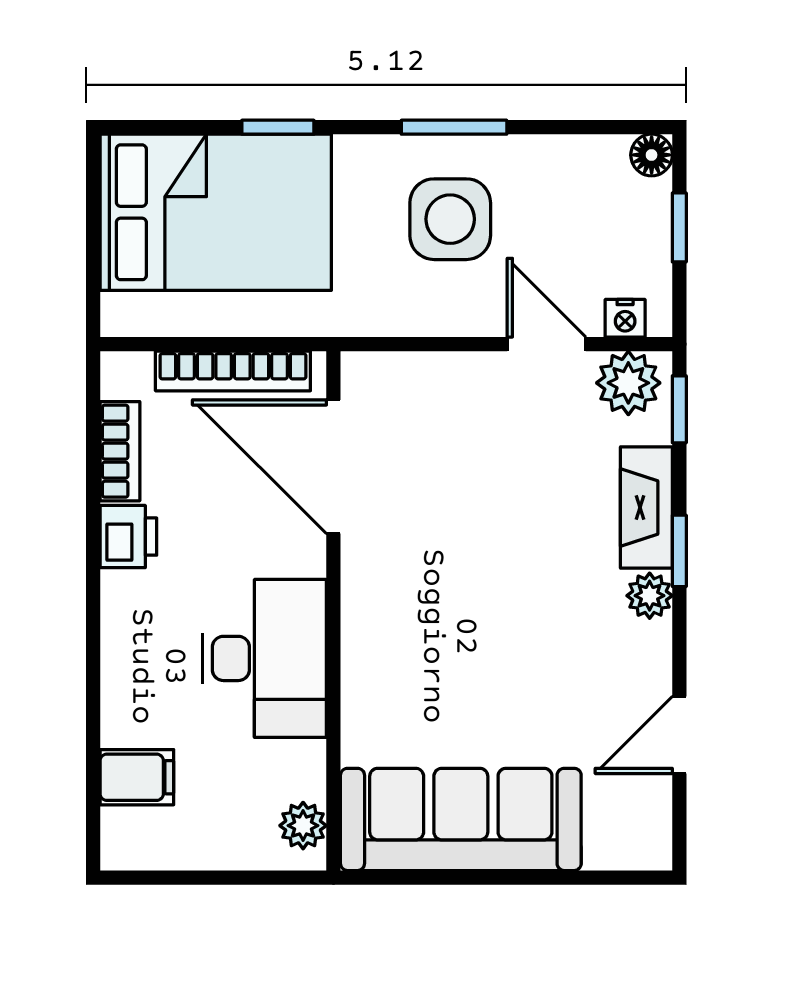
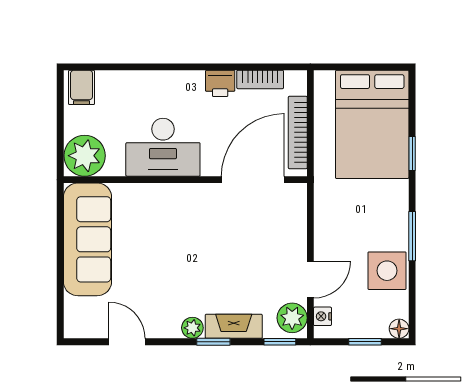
side table: (450, 219) -> (387, 271), moved
filing cabinet: (137, 777) -> (82, 87), moved
plant: (303, 826) -> (85, 156), width x1.88, depth x1.88

